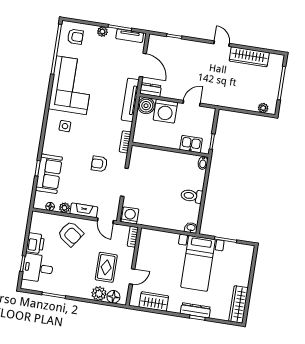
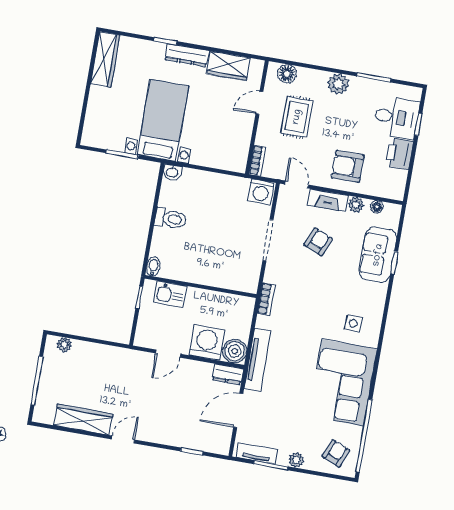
armchair: (75, 37) -> (336, 453), turned 113
door: (222, 44) -> (123, 439), swing flipped
door: (143, 65) -> (238, 410), hinge flipped
armchair: (99, 164) -> (318, 242), moved, turned -67
armchair: (71, 234) -> (348, 166), turned -35
plant: (99, 294) -> (338, 84), moved
dresser: (195, 310) -> (187, 55), moved

